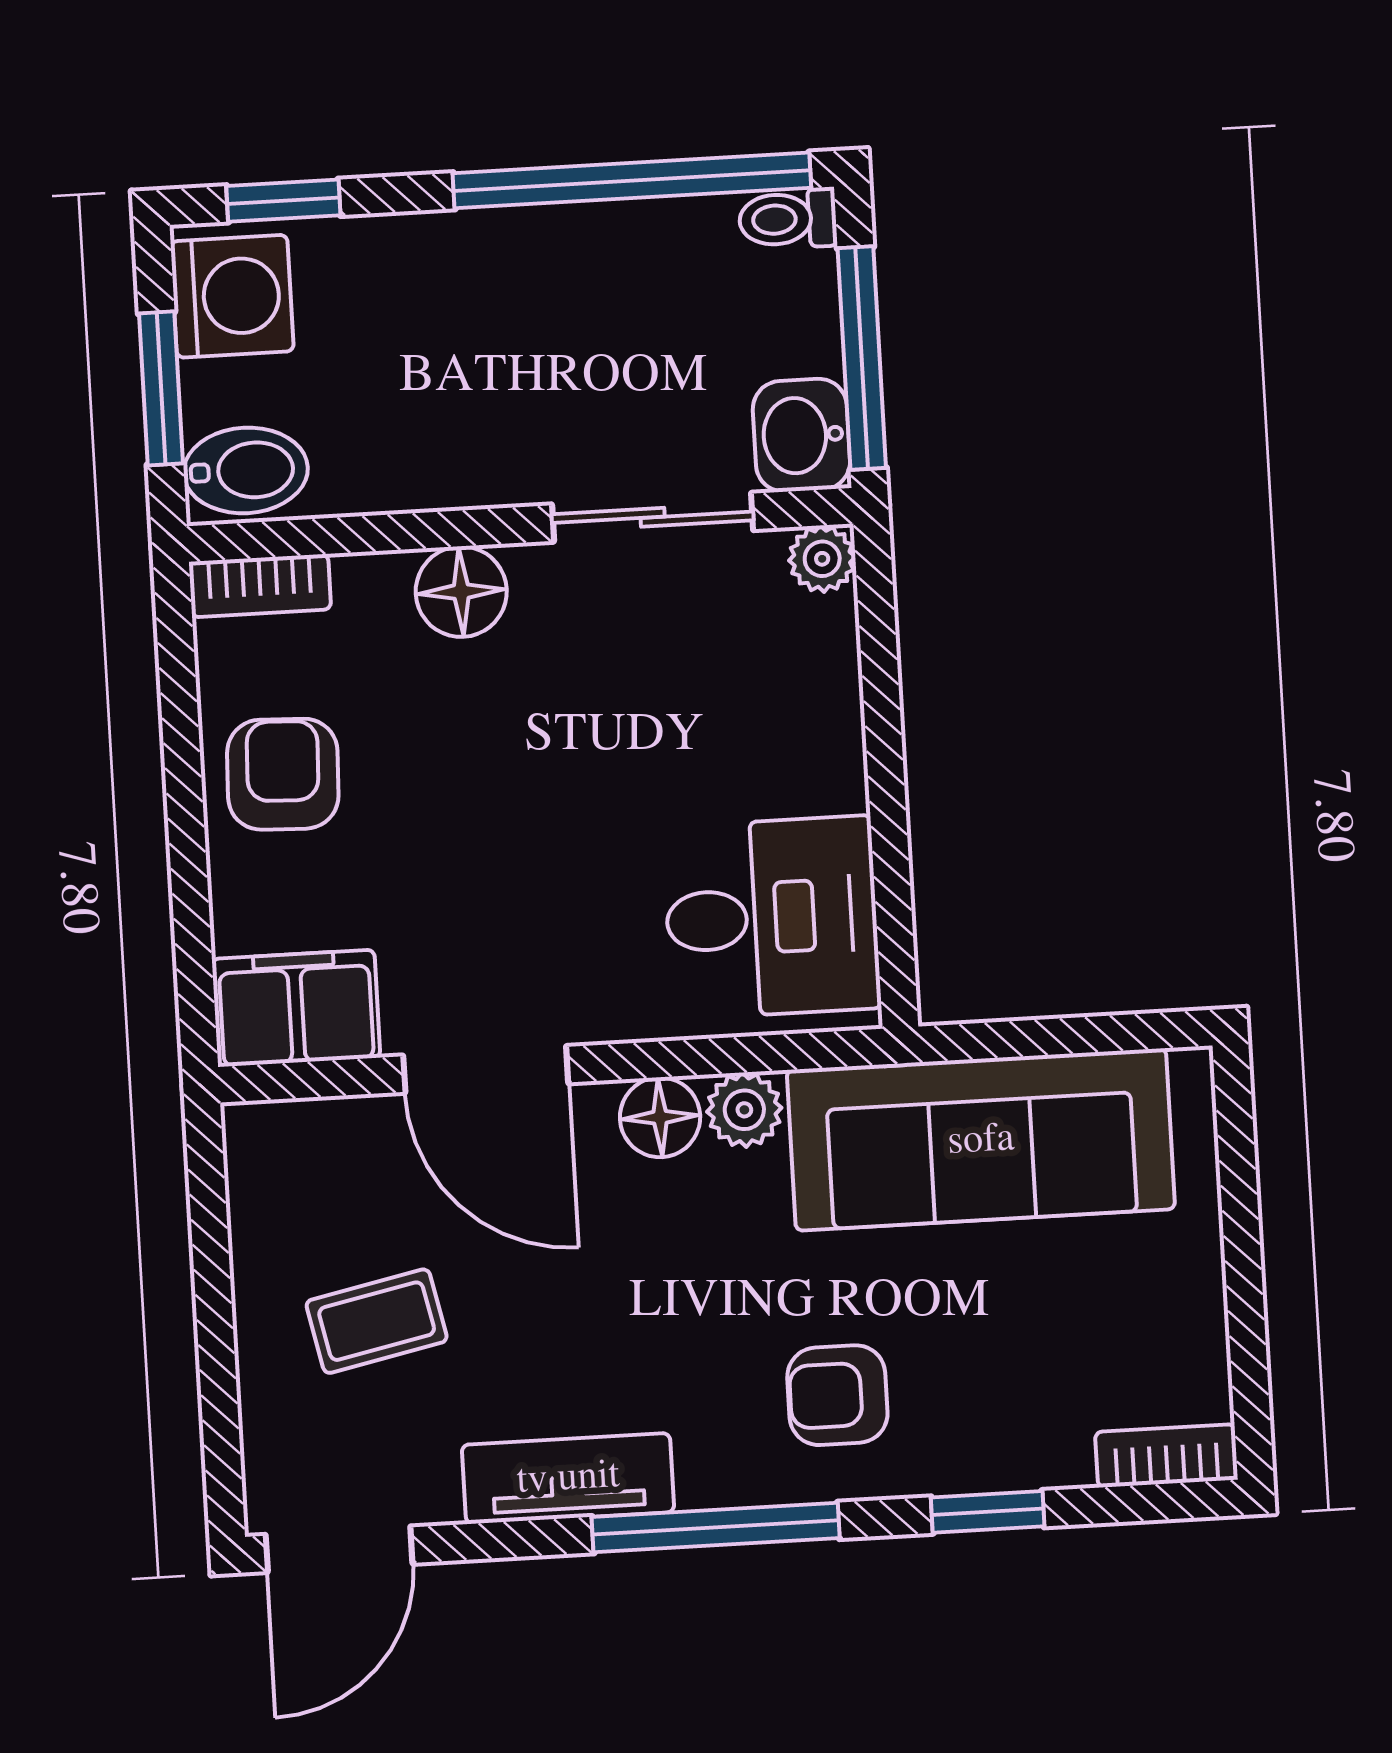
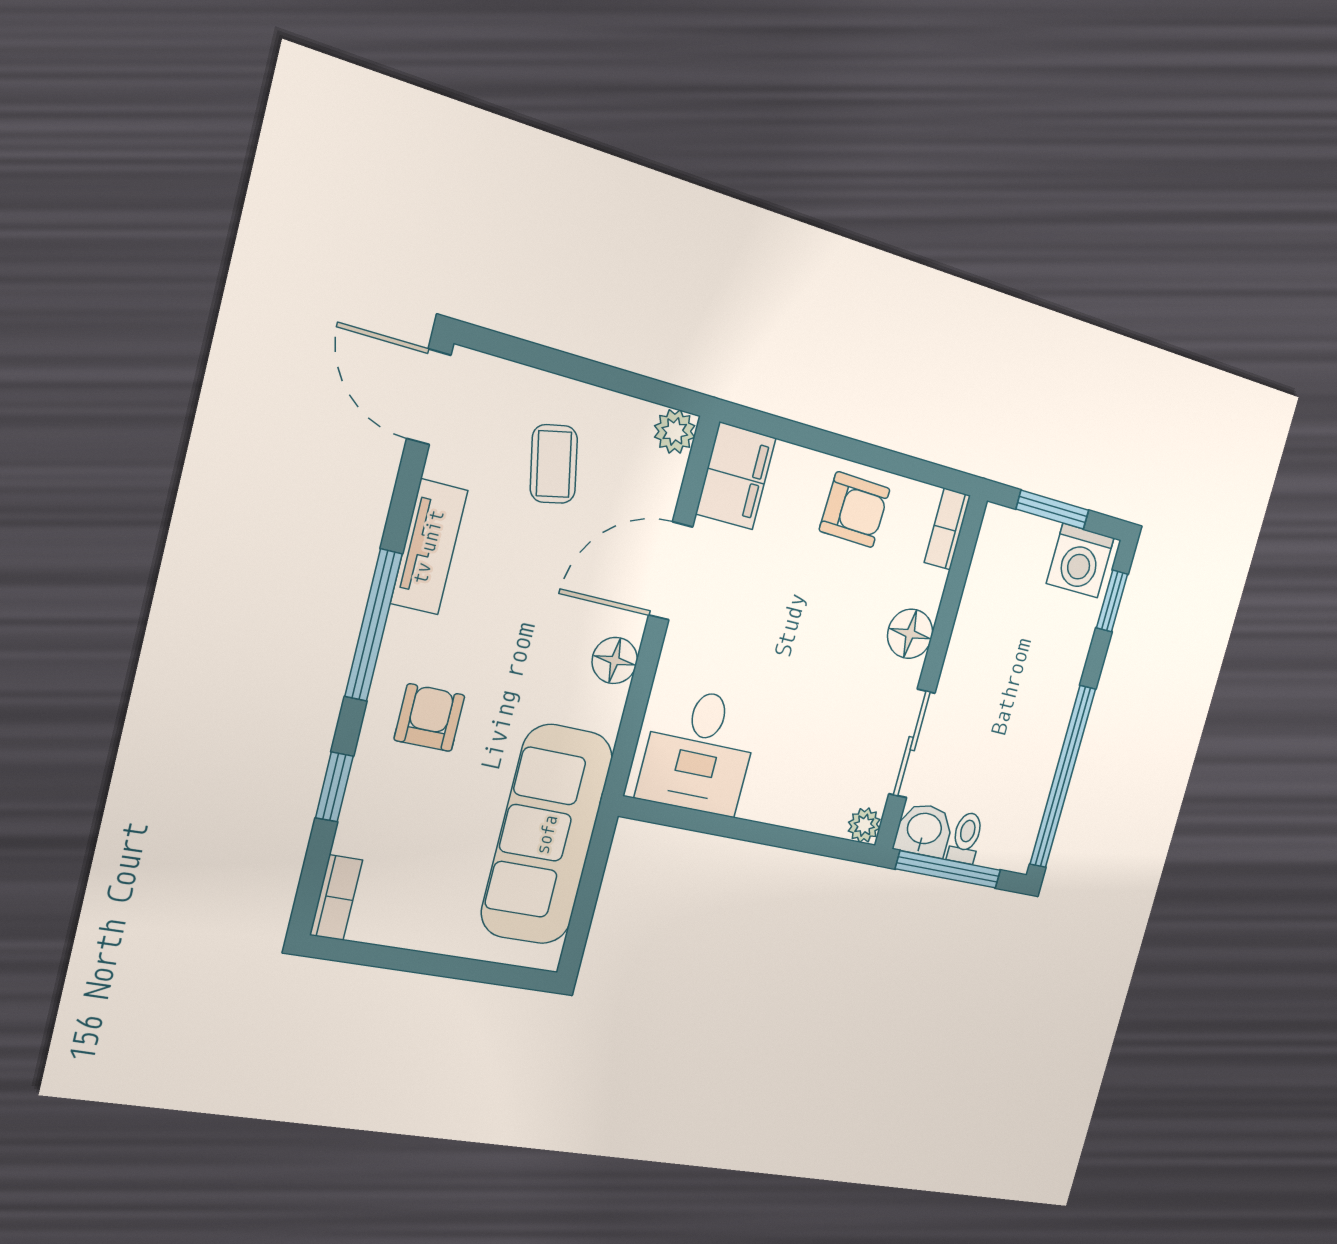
toilet: (788, 219) -> (966, 838), moved
bidet: (246, 470) -> (1002, 540), removed
plant: (744, 1110) -> (675, 431), moved

